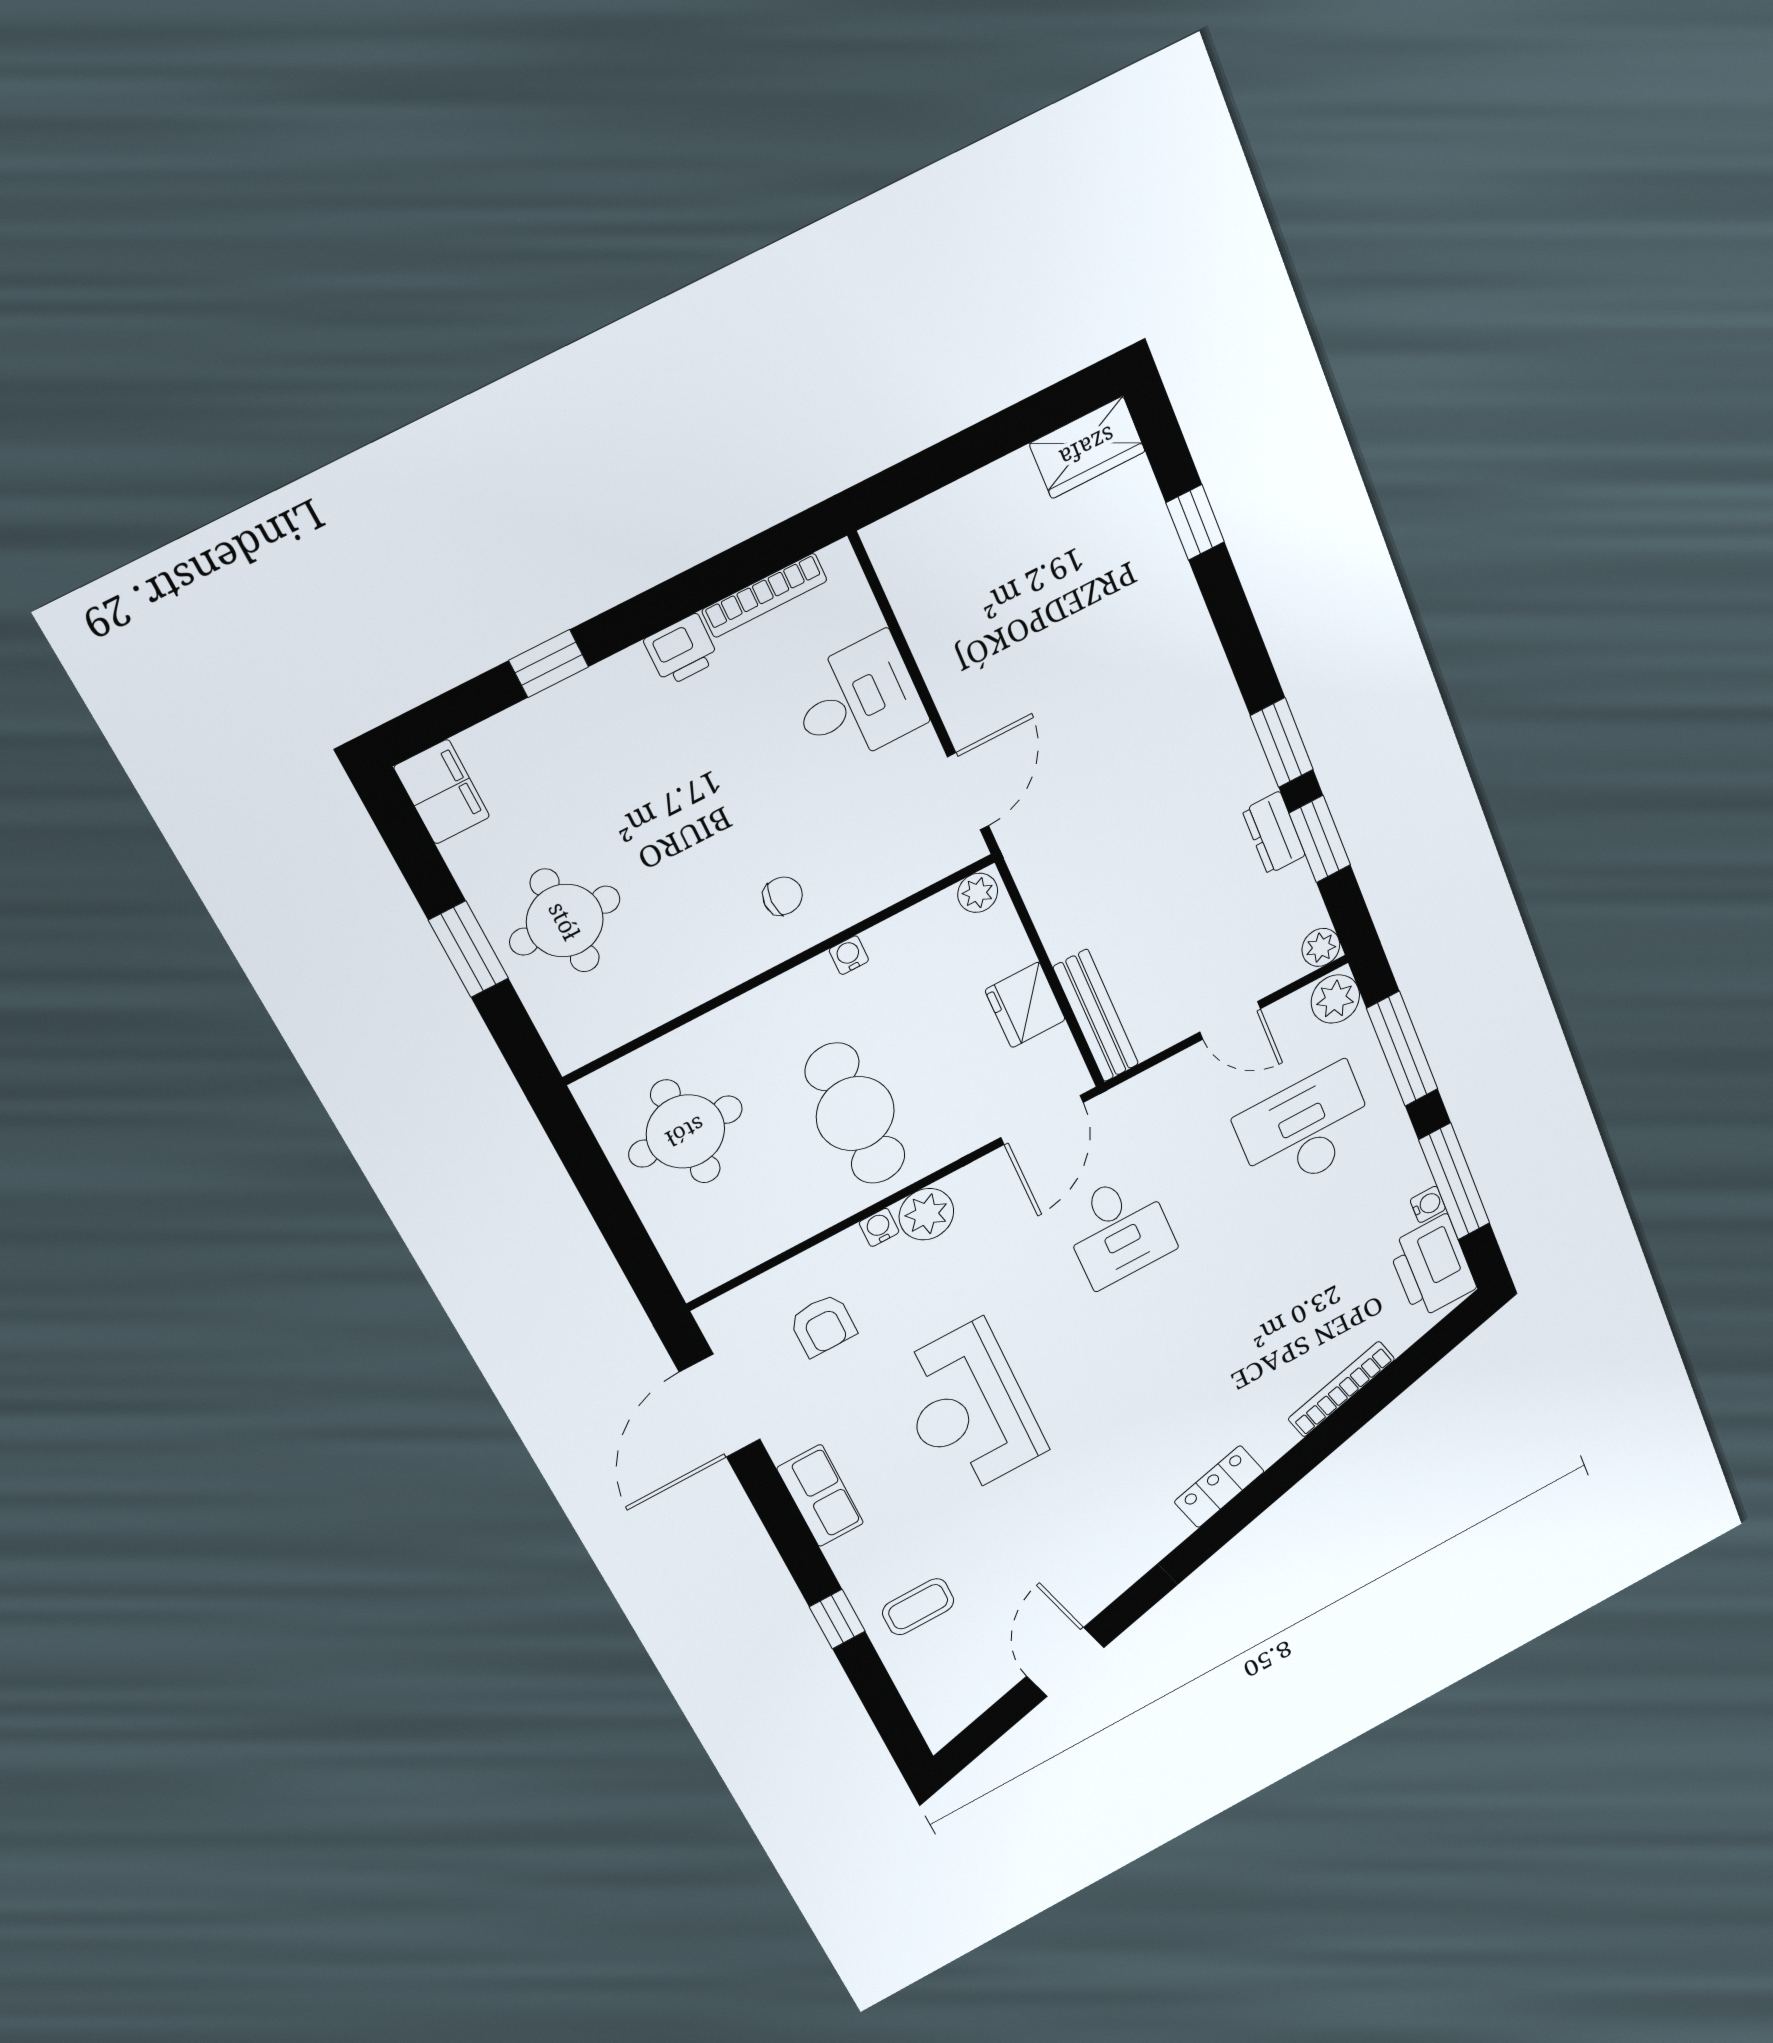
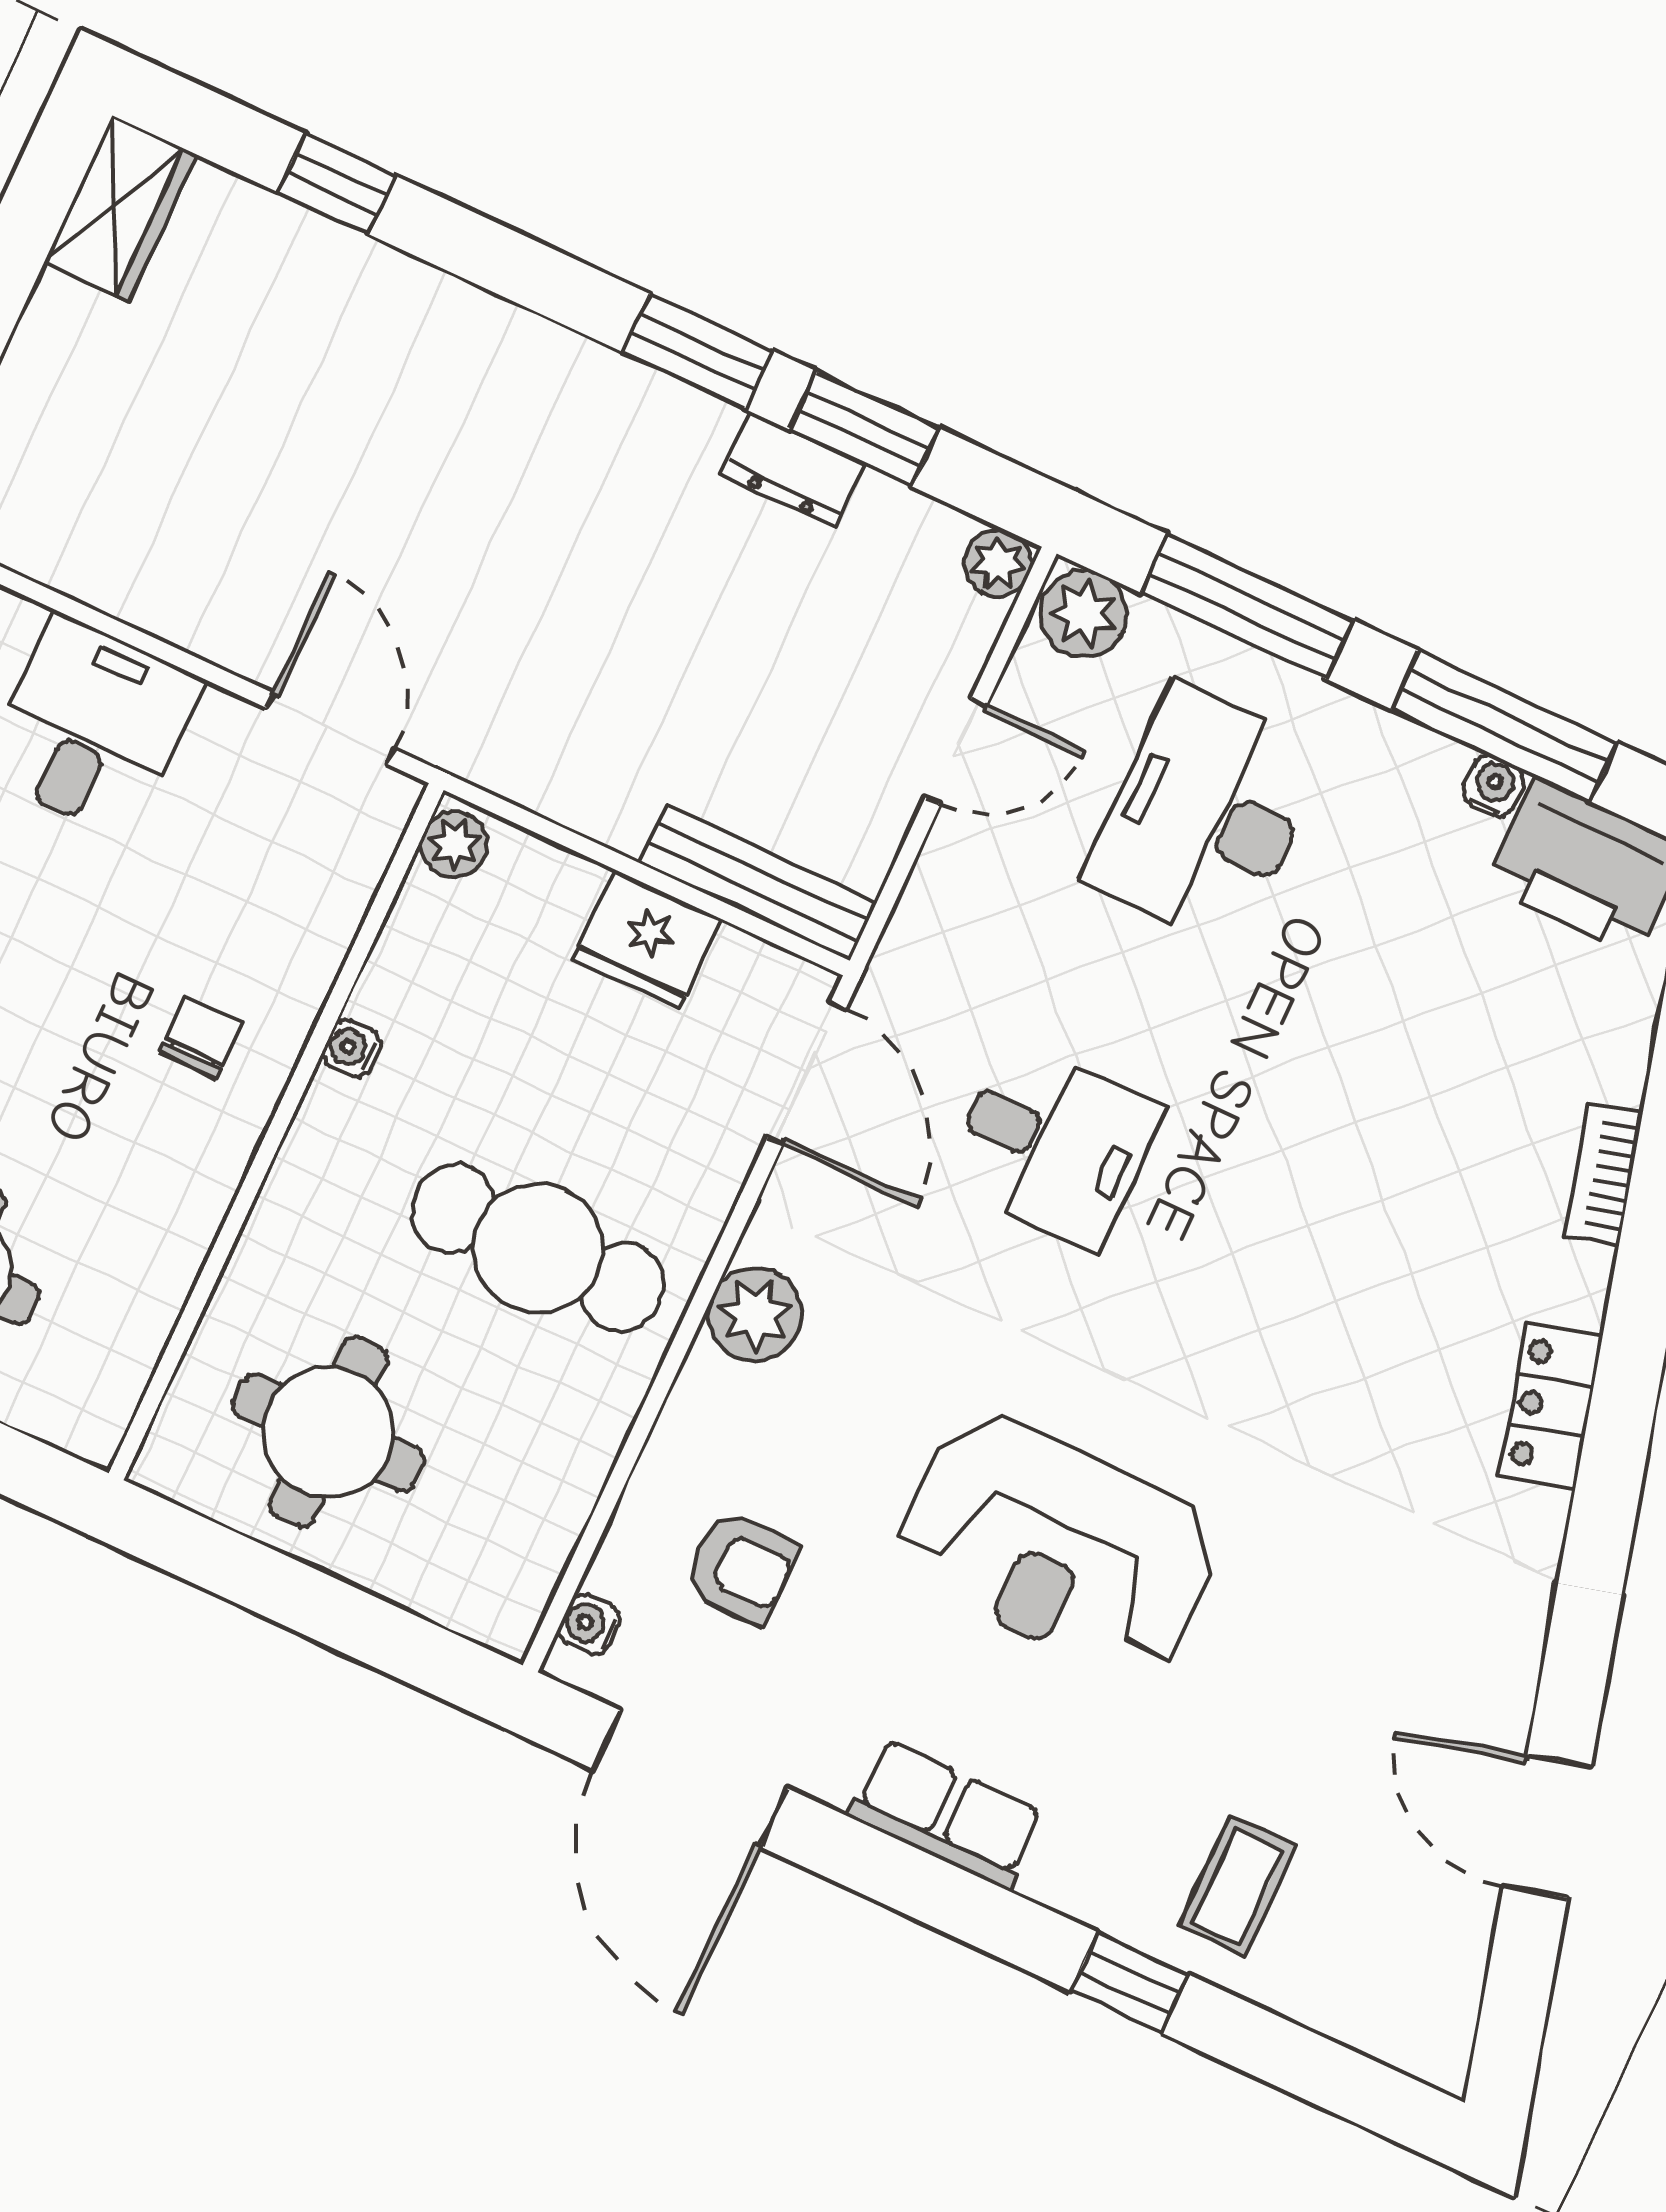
water cooler: (879, 1227) -> (589, 1624), moved
bookcase: (1341, 1389) -> (1604, 1174), width x0.64

